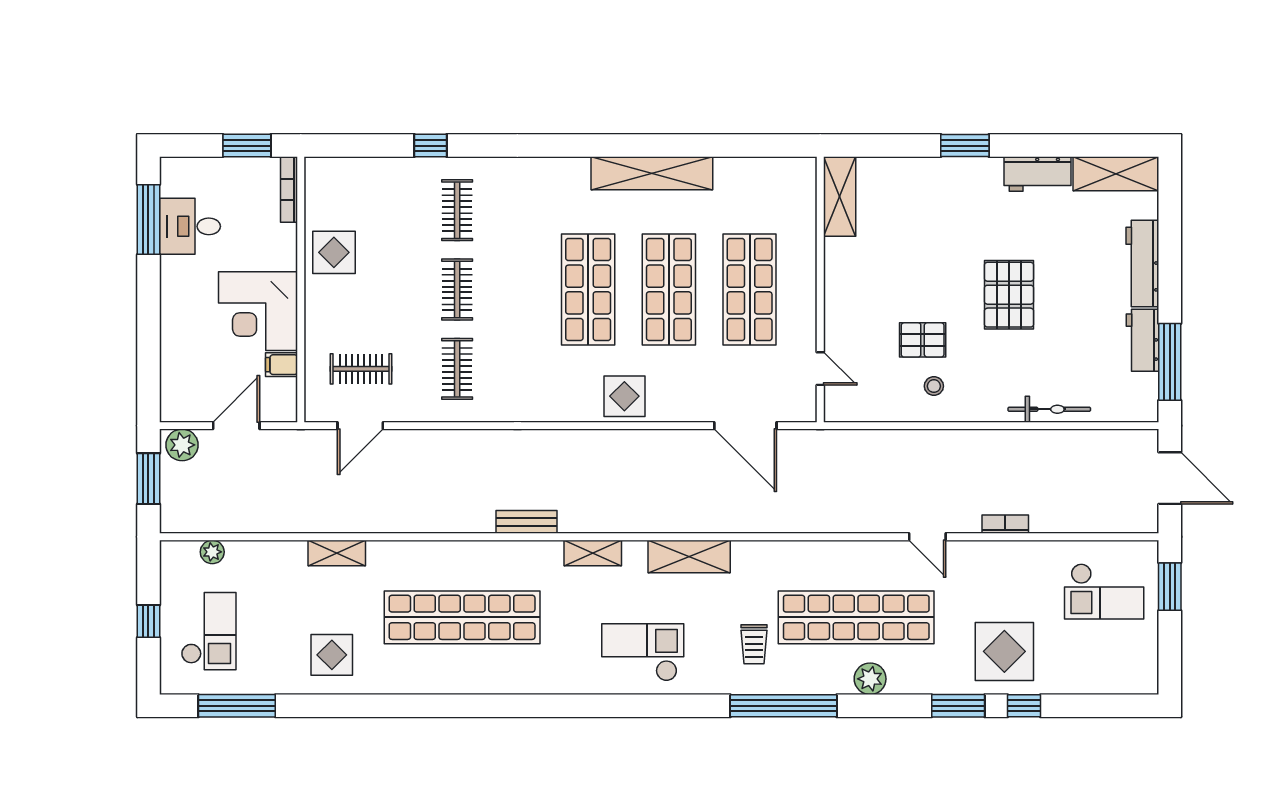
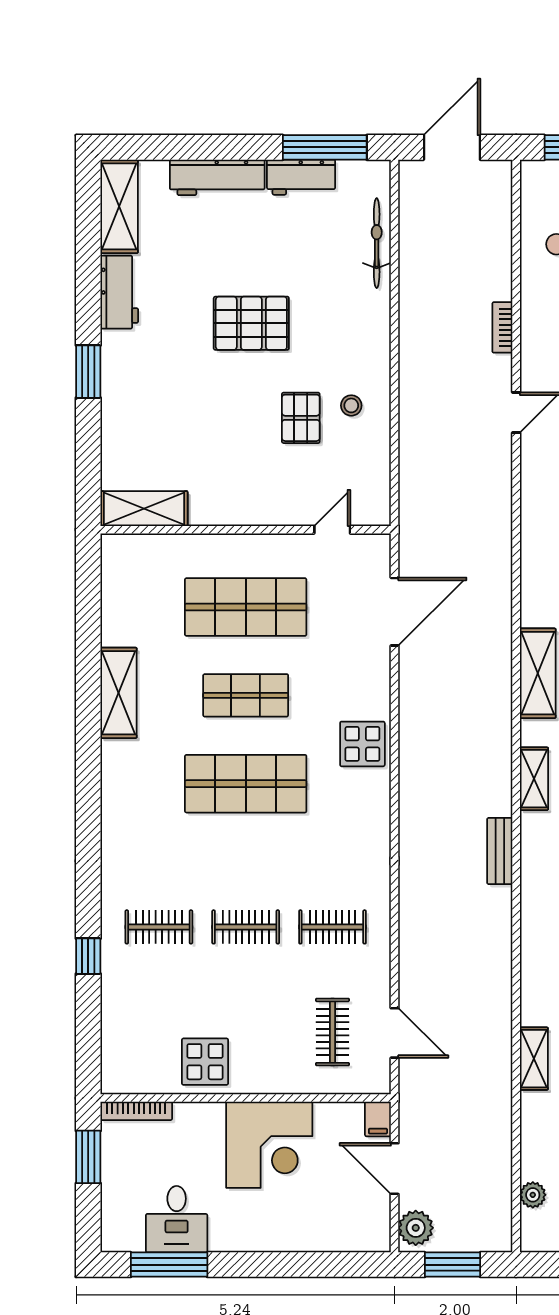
shelving: (652, 173) -> (119, 693), width x0.68
shop shelf: (669, 290) -> (246, 695), width x0.70, depth x0.74
filing cabinet: (282, 365) -> (378, 1119), moved
bicycle: (1049, 409) -> (377, 243), moved

